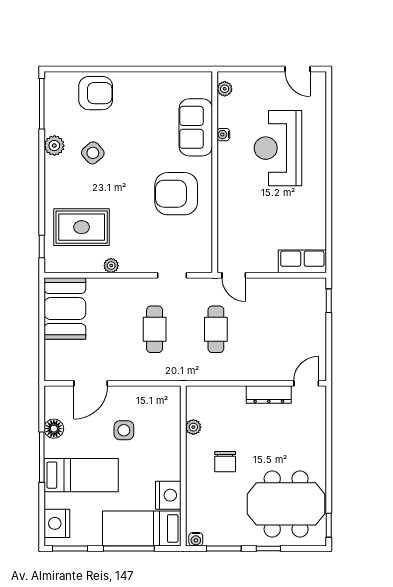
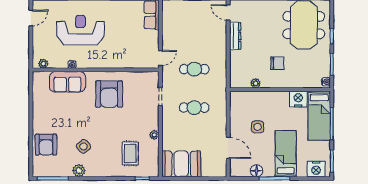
armchair: (96, 93) -> (46, 145), turned 180
reception desk: (278, 148) -> (80, 30), turned 180
rug: (82, 227) -> (130, 153), width x0.73, depth x0.70

